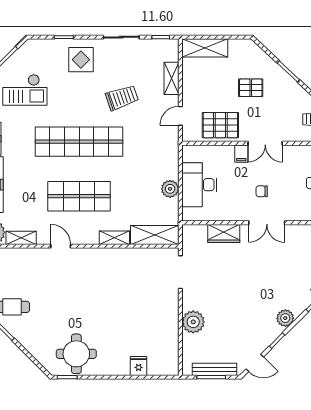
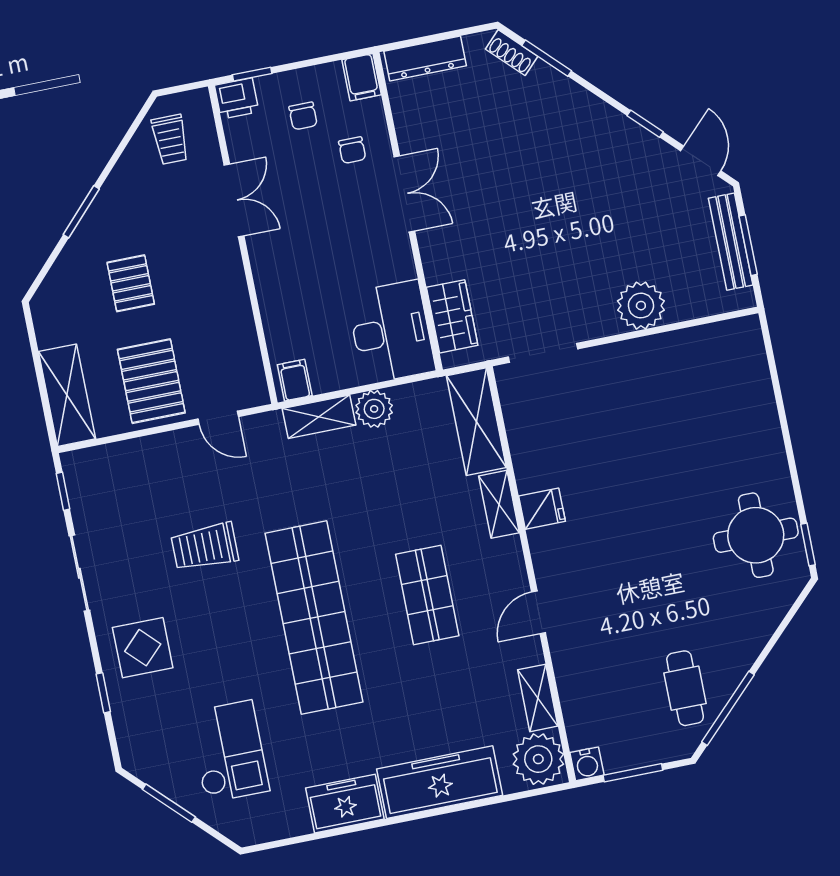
shelving: (172, 78) -> (319, 417), moved
trolley: (122, 98) -> (205, 547), turned -71
pallet: (220, 125) -> (151, 381), moved
double door: (265, 143) -> (234, 200), moved
filing cabinet: (241, 154) -> (295, 380), moved, turned -90
desk: (199, 185) -> (391, 332), moved, turned -90
chair: (262, 191) -> (352, 150), moved
shop shelf: (79, 196) -> (427, 595), width x0.70, depth x0.74
wardrobe: (224, 233) -> (452, 316), moved
plant: (285, 318) -> (595, 116), removed
fridge: (139, 366) -> (542, 509), moved, turned 180

